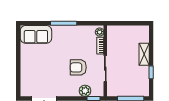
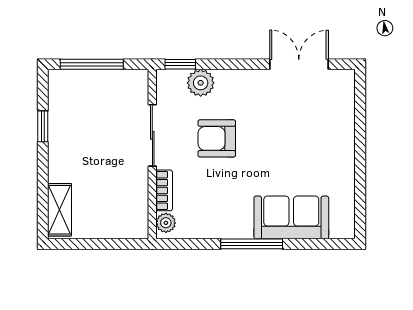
sofa: (36, 34) -> (291, 217), moved
shelving: (144, 54) -> (60, 210), moved
armchair: (78, 67) -> (217, 138), turned 180

